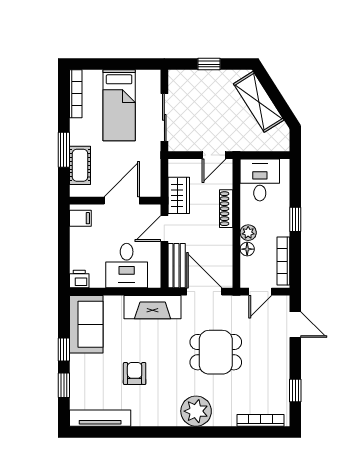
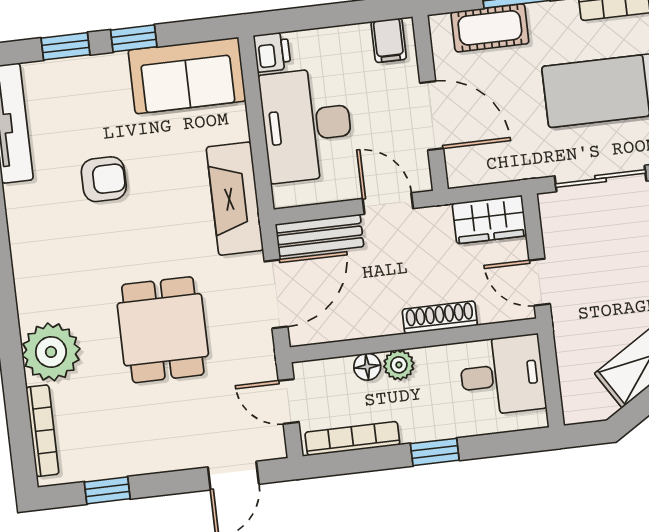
wardrobe: (179, 195) -> (489, 220), moved
desk: (127, 266) -> (307, 125), width x1.37
plant: (196, 411) -> (51, 352), moved

